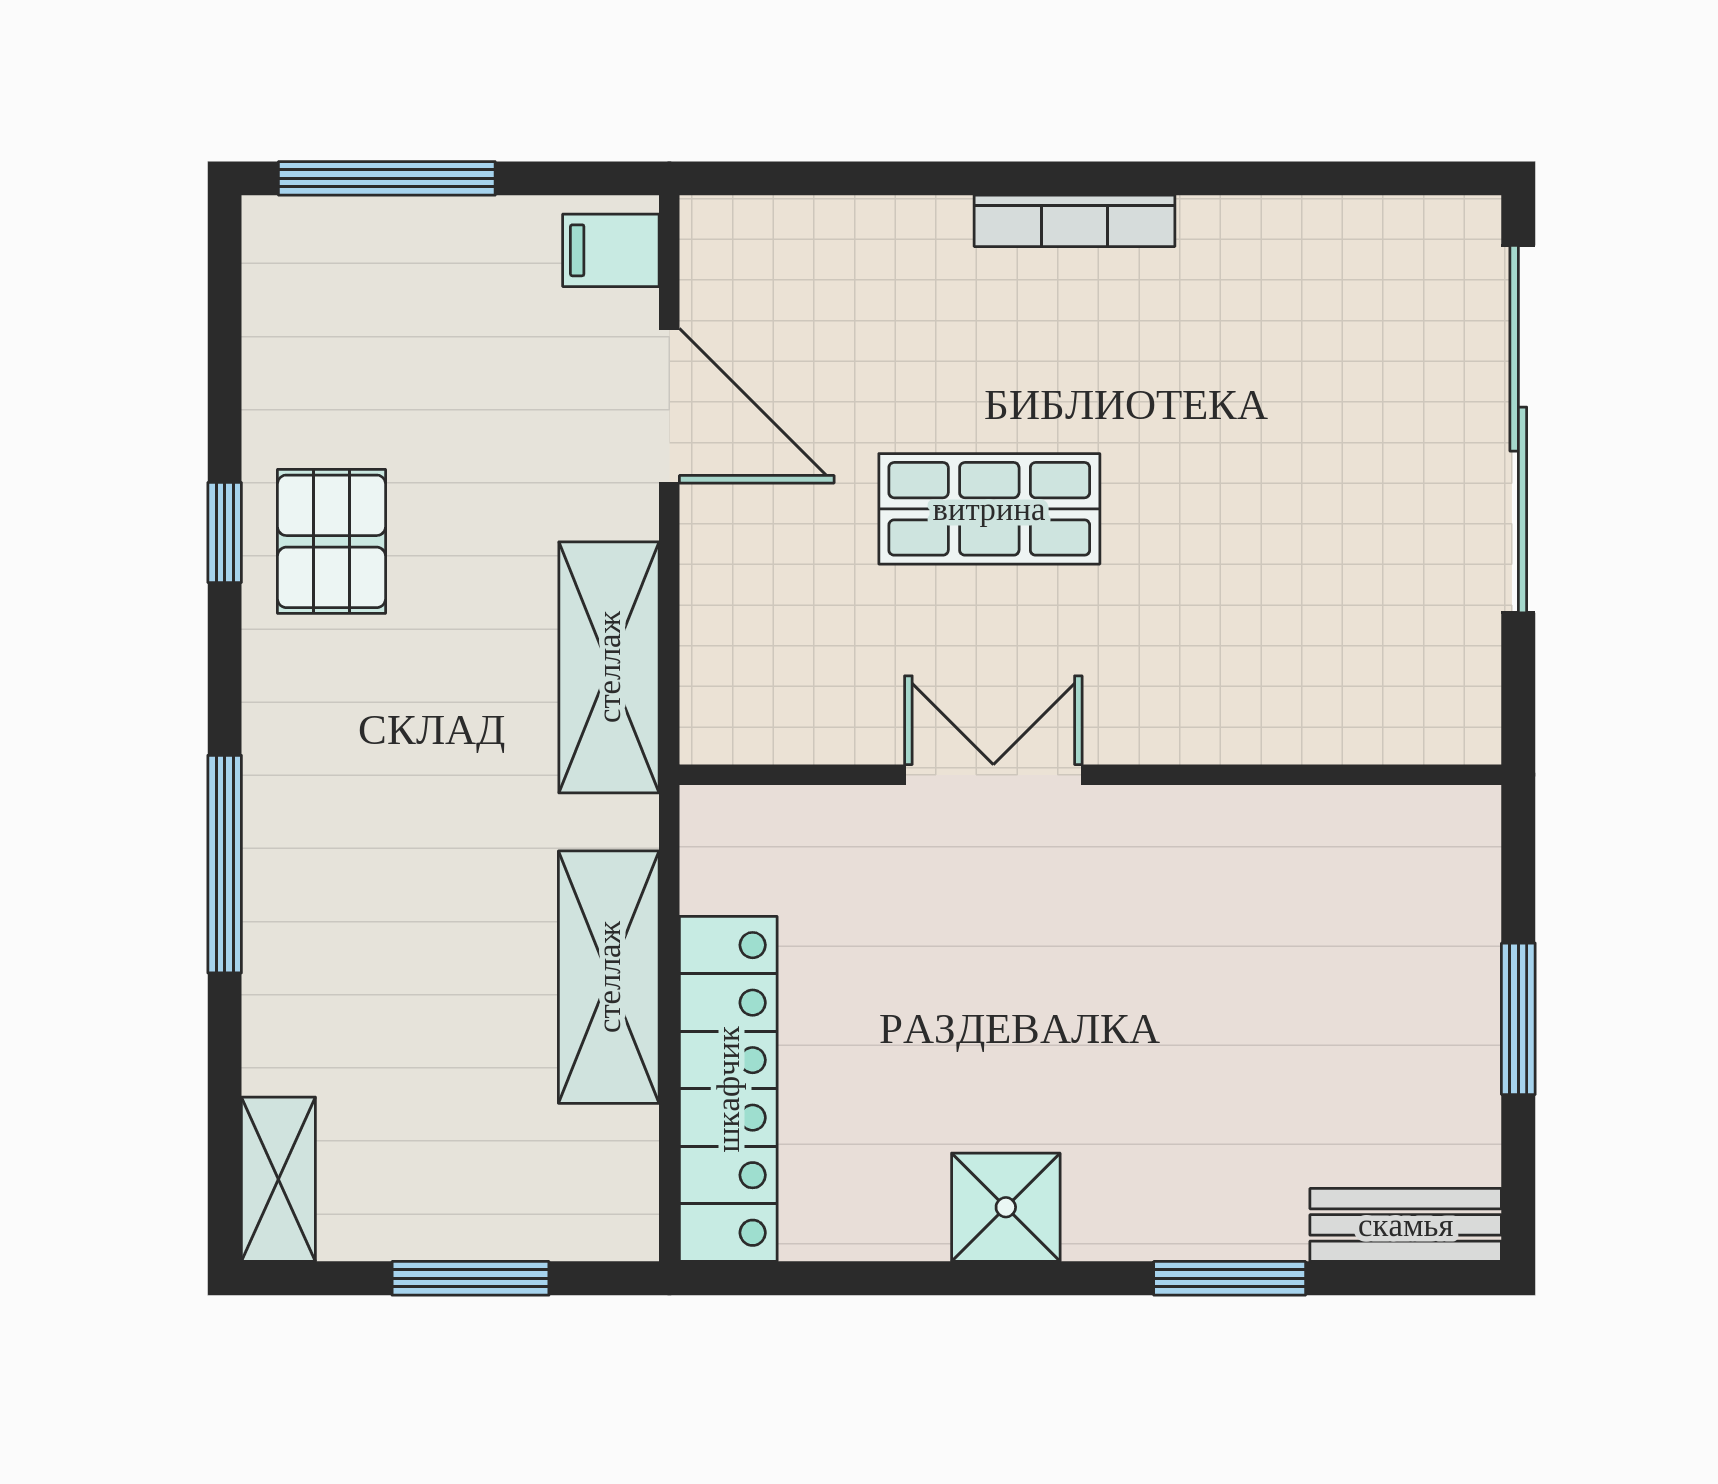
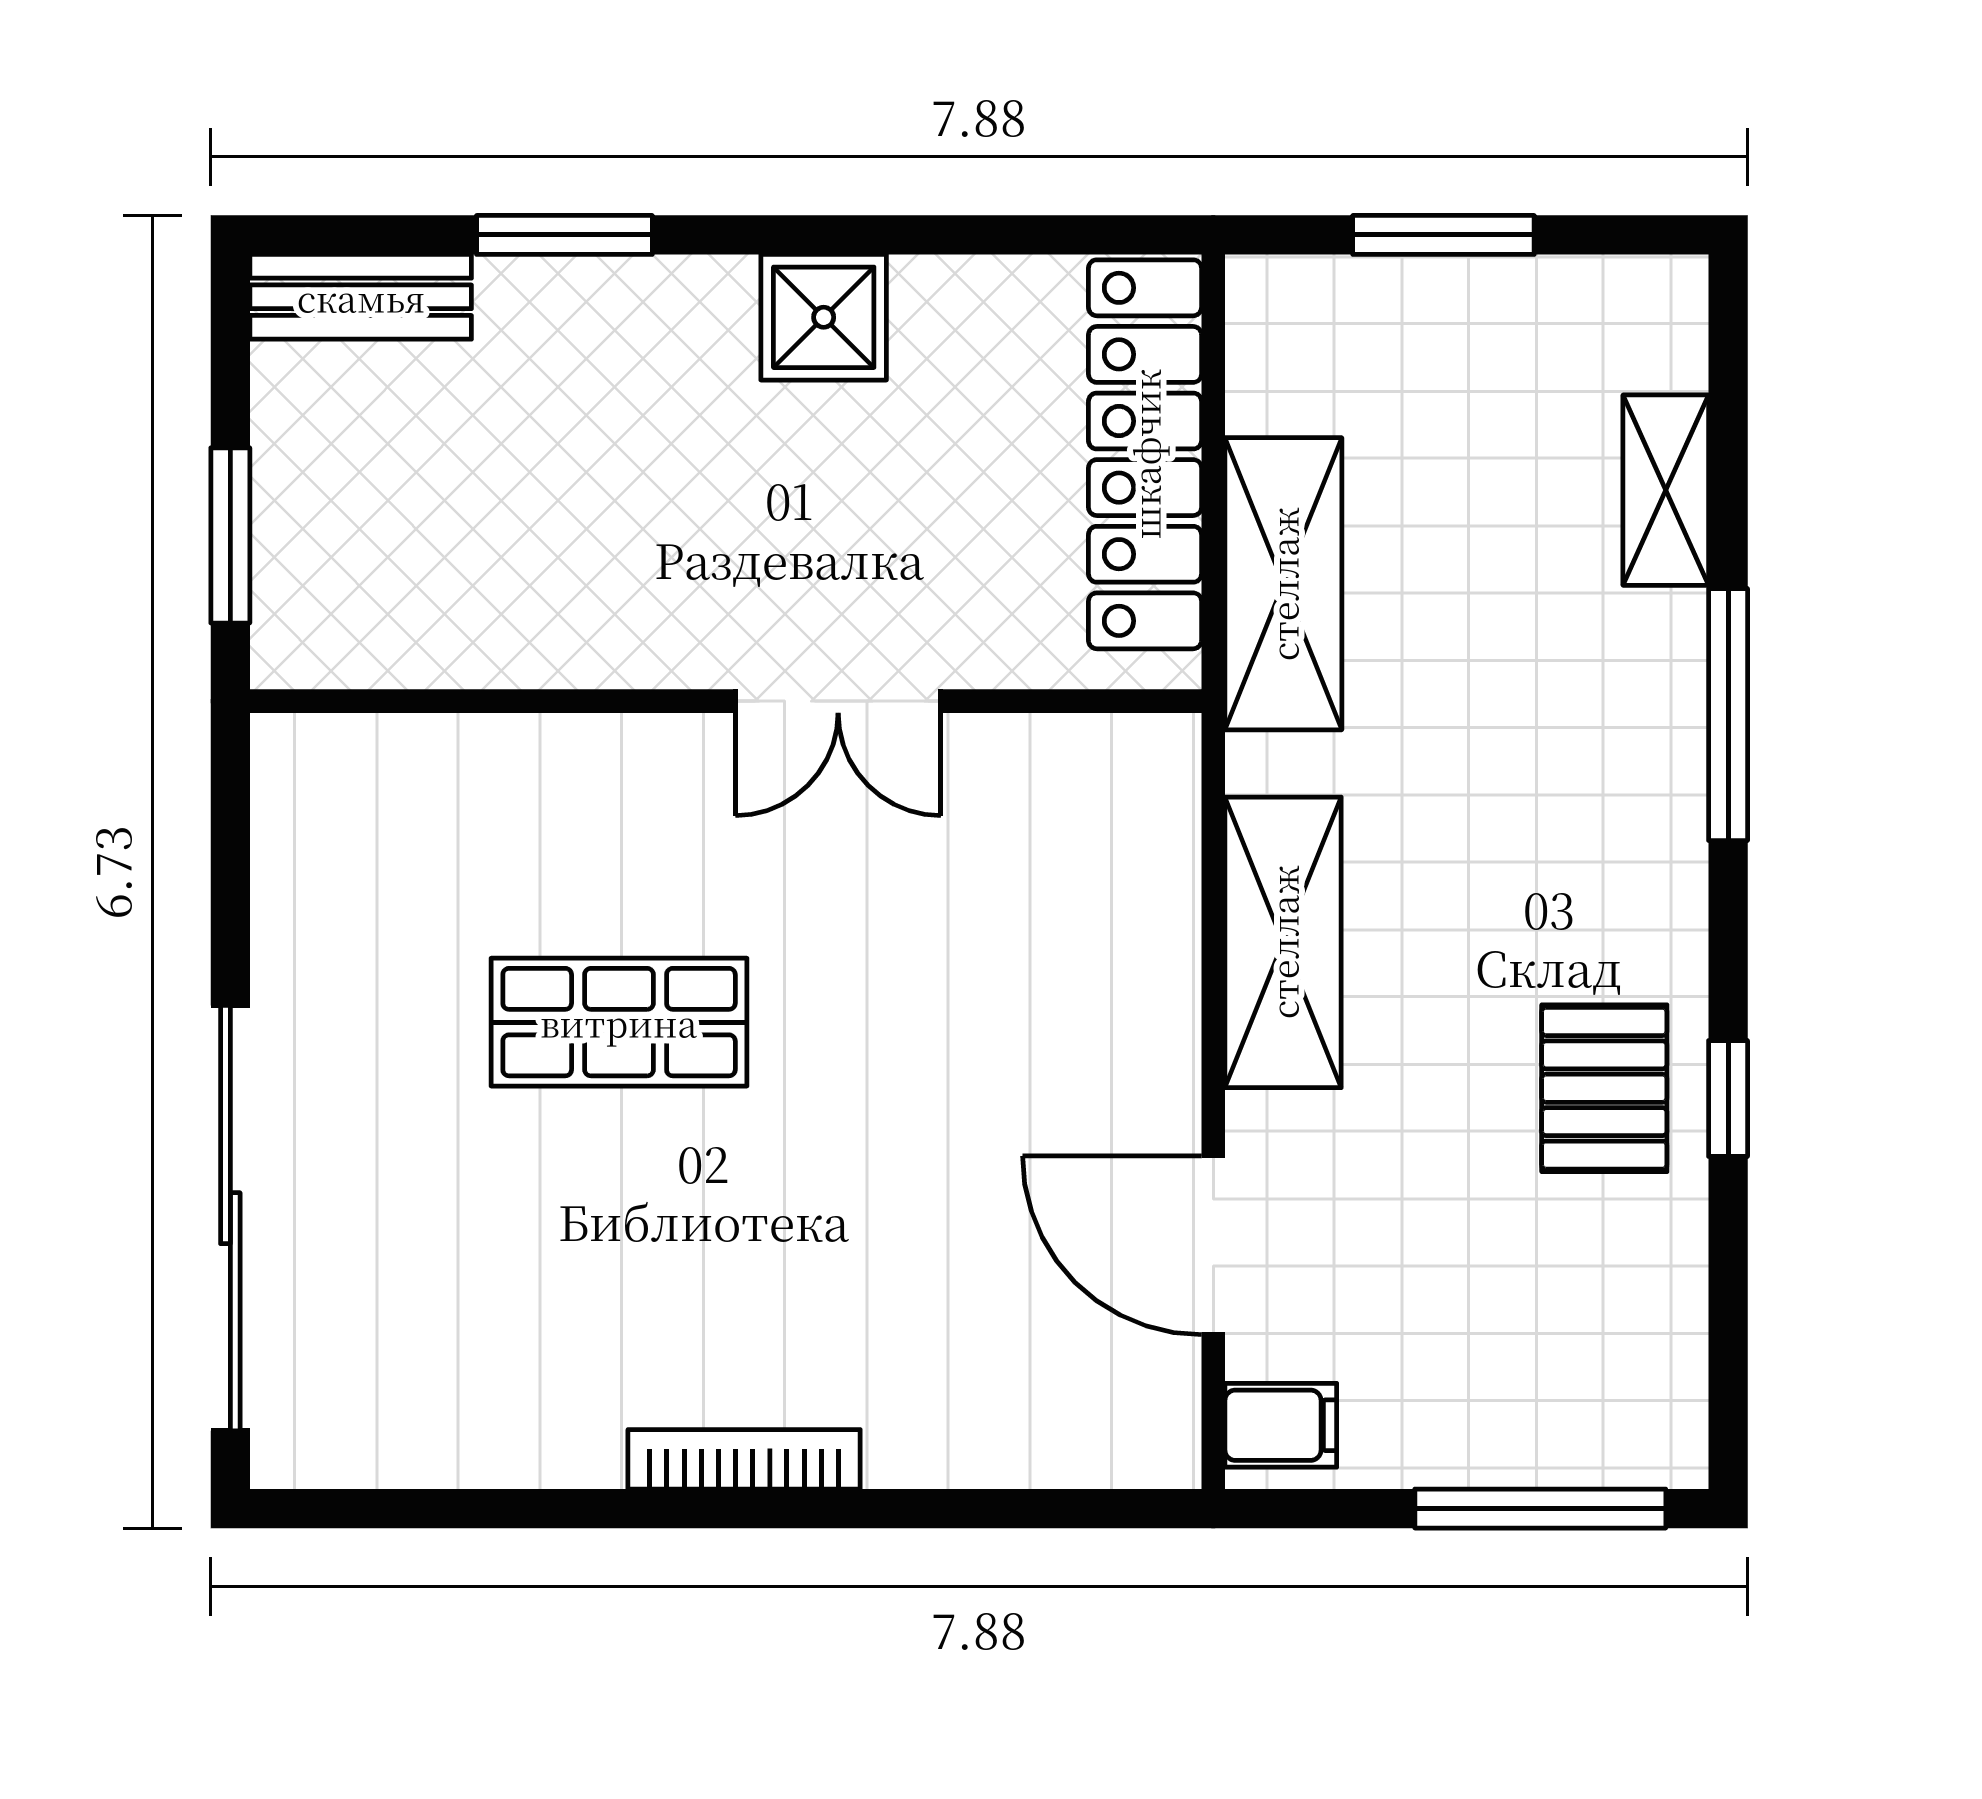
shop shelf: (989, 509) -> (619, 1022), moved
double door: (993, 775) -> (838, 701), moved
wall: (1090, 775) -> (726, 701), moved
shelving: (278, 1179) -> (1666, 490), moved

